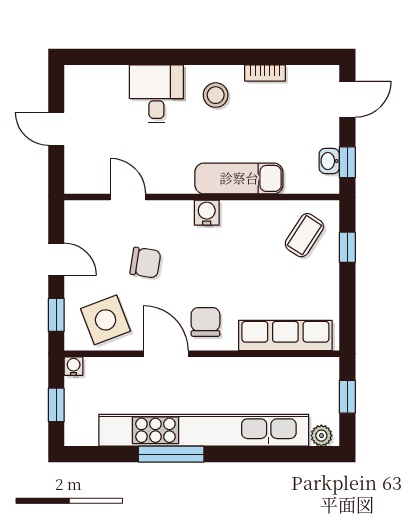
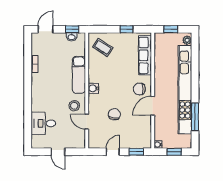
desk: (156, 94) -> (43, 123), moved
stool: (216, 95) -> (74, 106), moved
door: (347, 99) -> (46, 29), hinge flipped
door: (56, 129) -> (58, 152), hinge flipped
door: (128, 197) -> (87, 122), hinge flipped
window: (347, 247) -> (127, 29), moved
side table: (106, 320) -> (138, 131), removed
window: (171, 454) -> (195, 117), moved

